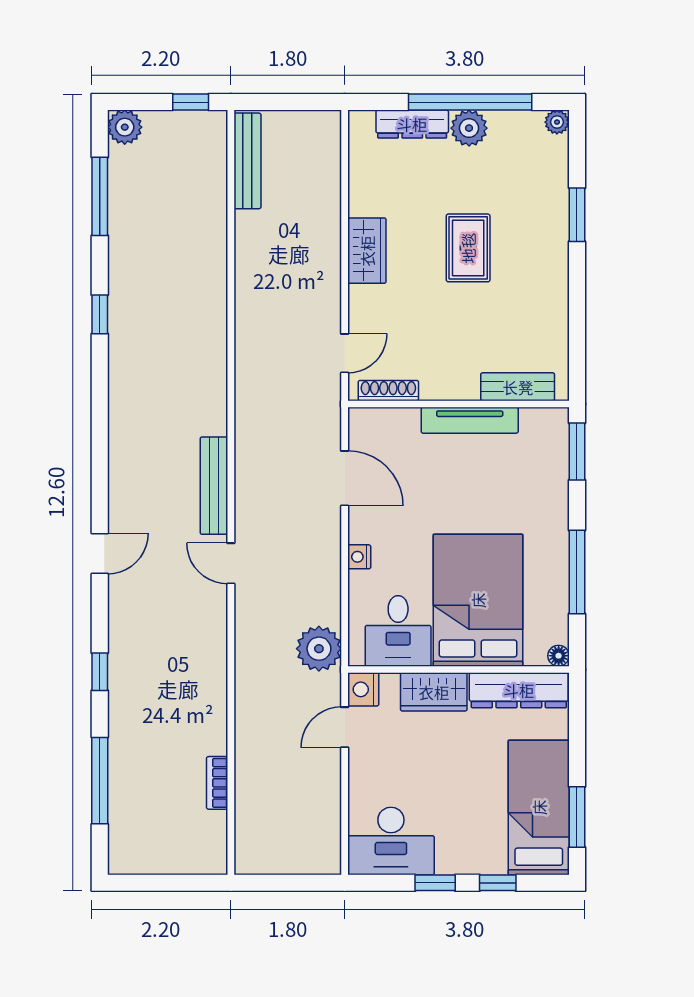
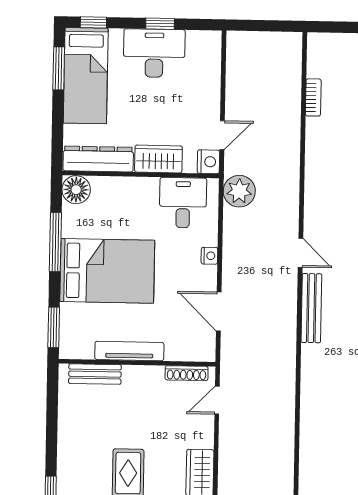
bed: (478, 600) -> (107, 271), moved, turned -90
floor lamp: (559, 656) -> (76, 190), width x1.89, depth x1.89
desk: (391, 841) -> (154, 53), moved
window: (498, 883) -> (93, 22), moved

